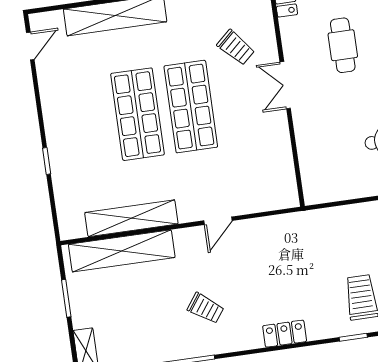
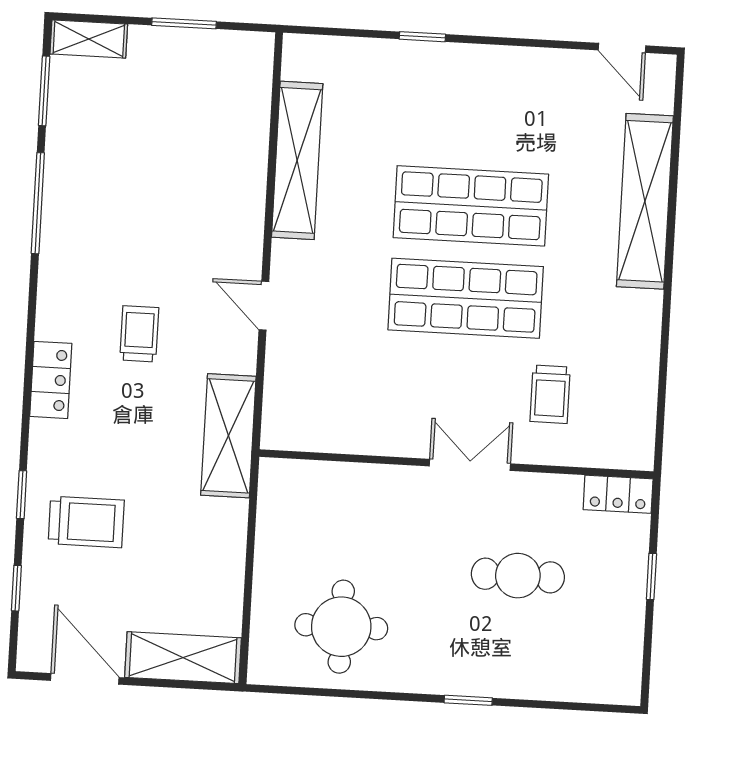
trolley: (236, 48) -> (550, 394), turned -48
shelving: (122, 251) -> (228, 436), moved, width x0.68
trolley: (206, 308) -> (139, 334), moved, turned 144

